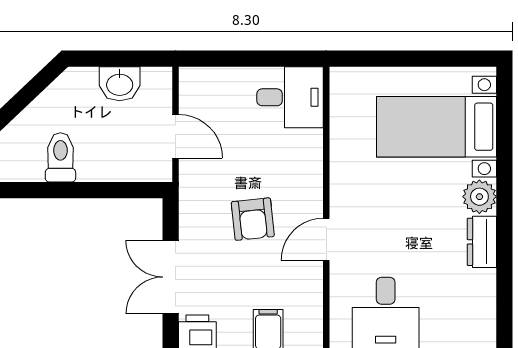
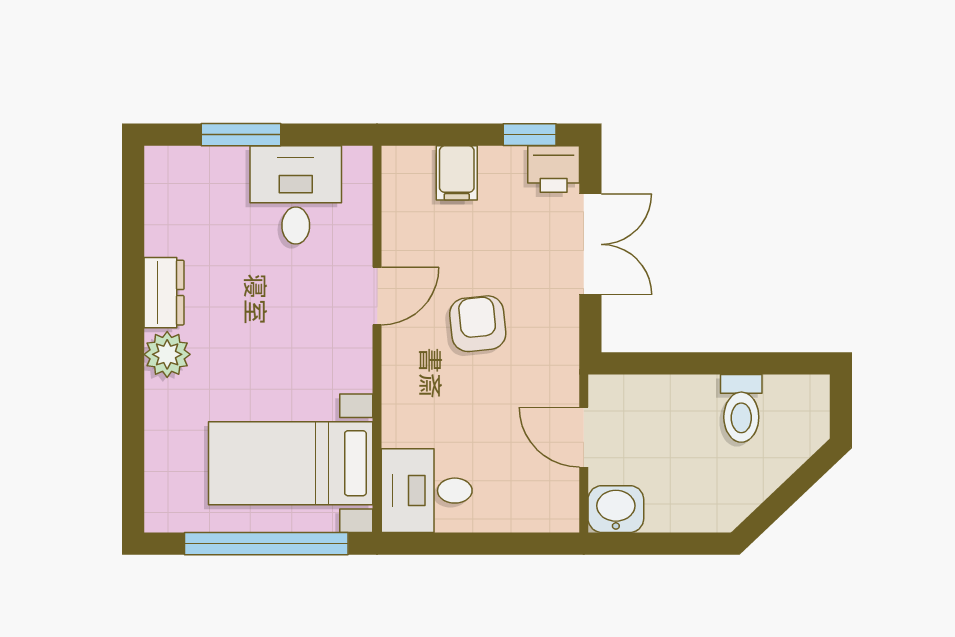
window: (407, 59) -> (266, 544), added
washbasin: (120, 84) -> (616, 509), moved
bed with nightstands: (436, 127) -> (291, 463), moved, turned 180

